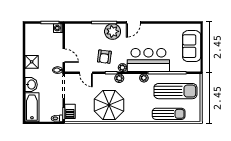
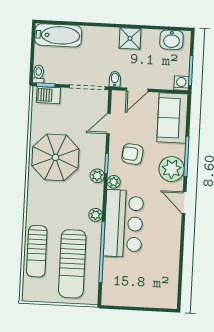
sofa: (192, 46) -> (172, 118), moved, turned -90
washbasin: (31, 85) -> (172, 40), moved

